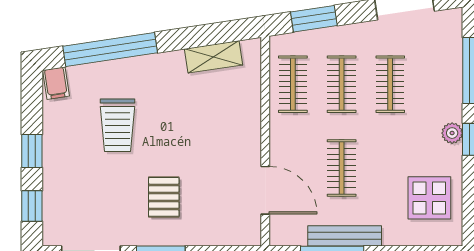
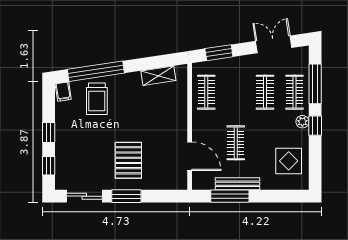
clothes rail: (342, 84) -> (294, 92), moved
trolley: (117, 125) -> (97, 99), moved
pallet: (164, 197) -> (128, 160), width x1.50, depth x1.42

